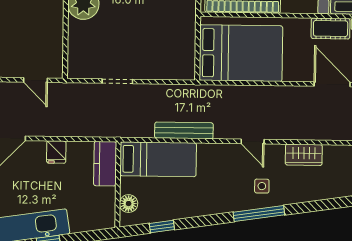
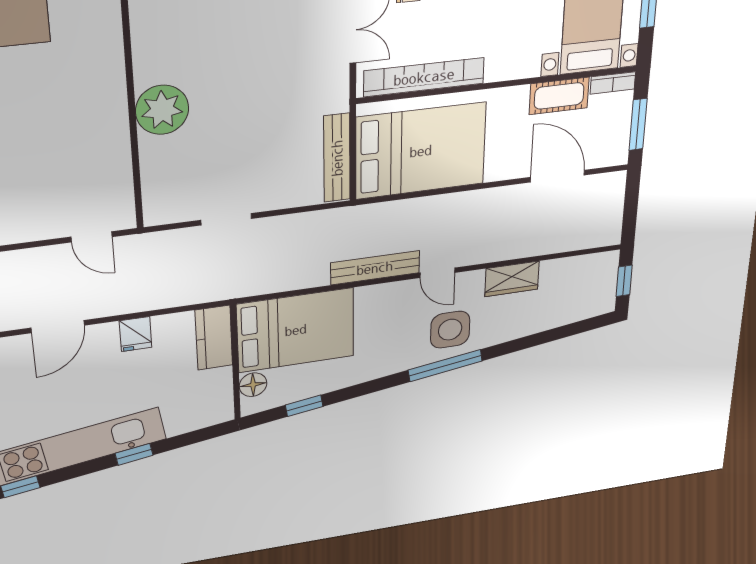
bench: (188, 50) -> (337, 158), added
bench: (184, 130) -> (375, 268), moved
bed: (158, 159) -> (296, 330), width x1.50
side table: (262, 186) -> (450, 330), width x1.87, depth x1.87

